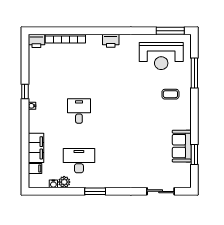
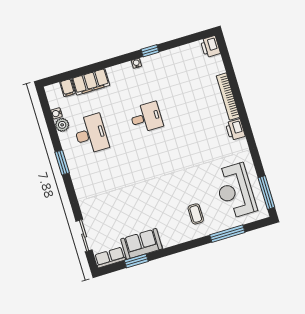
bookcase: (65, 39) -> (228, 97), moved
row of seats: (185, 175) -> (110, 257), added

